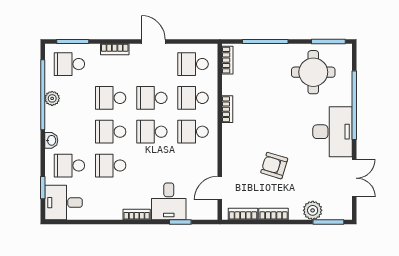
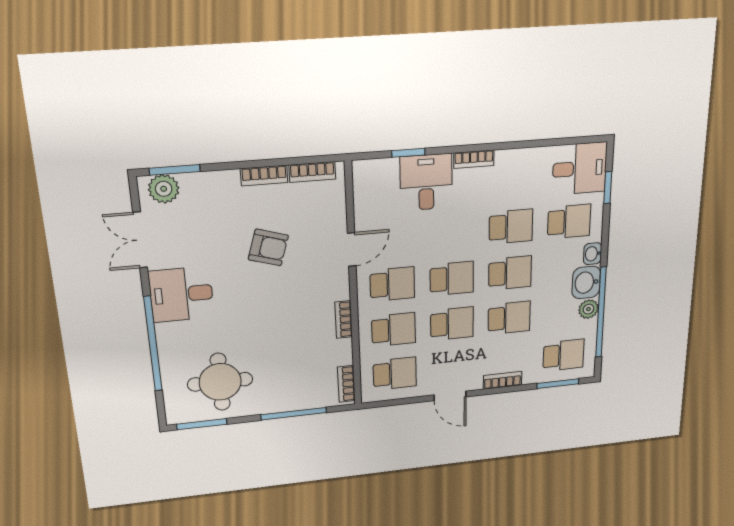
washbasin: (55, 119) -> (586, 282), added
desk: (333, 132) -> (181, 294), width x0.73
door: (220, 188) -> (352, 249), moved
plant: (313, 210) -> (164, 189), moved

